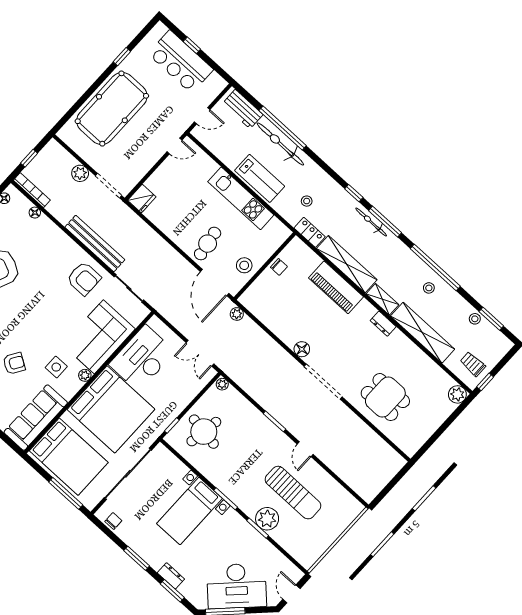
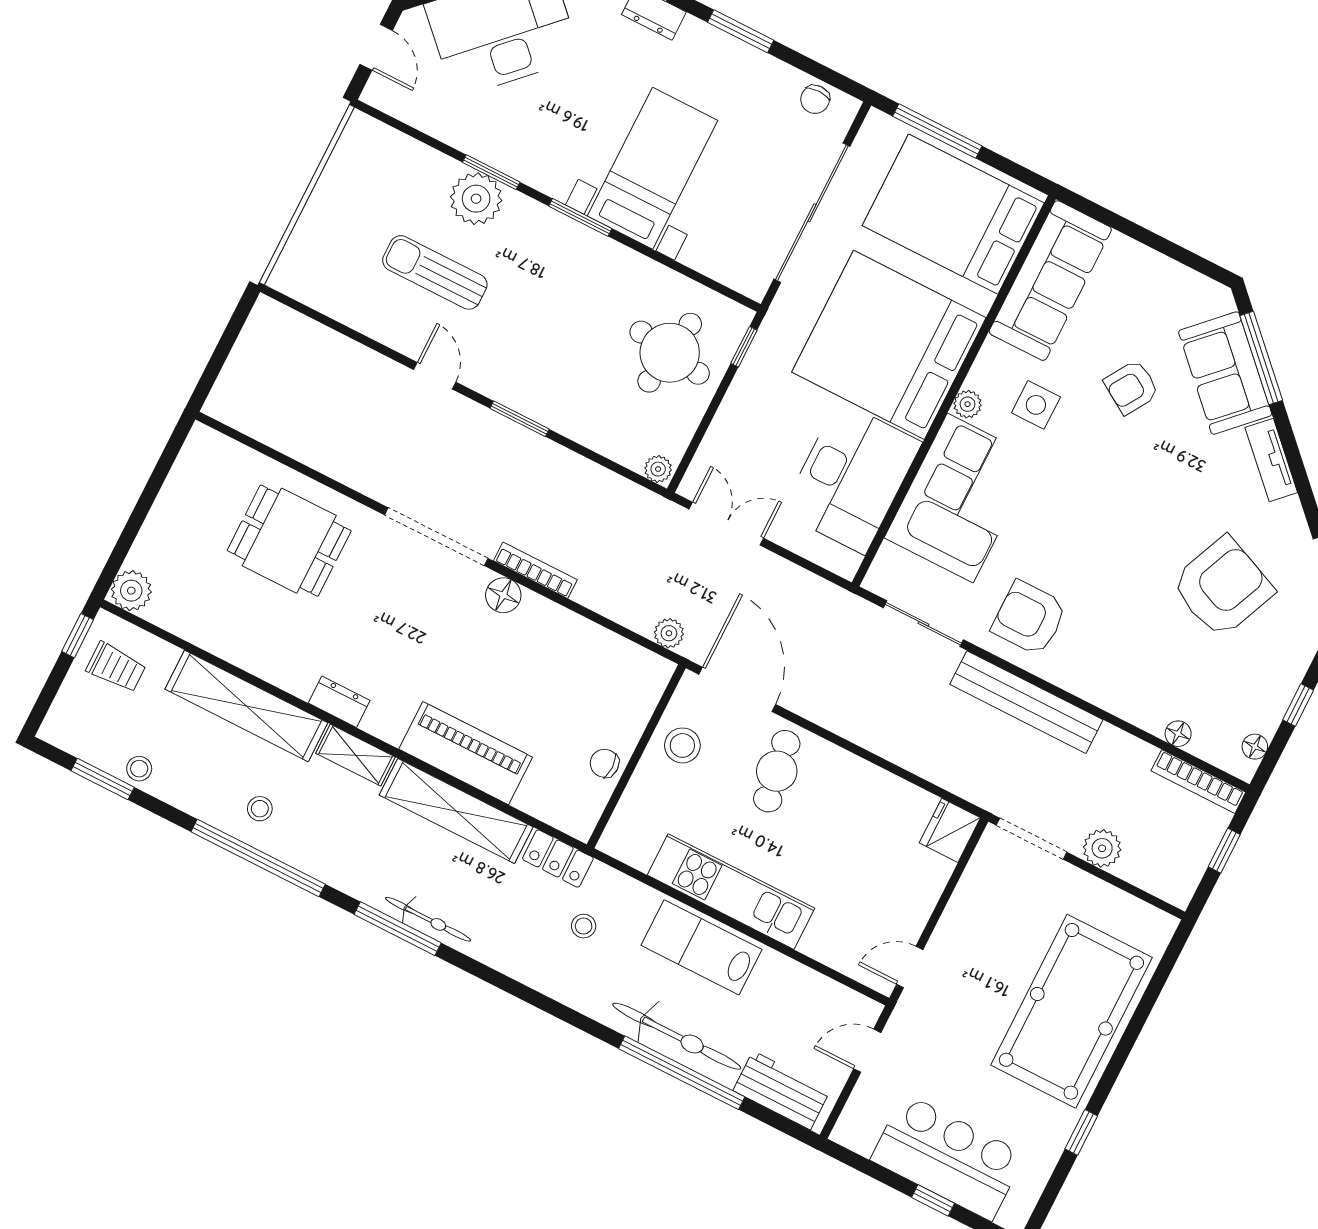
window: (354, 193) -> (484, 973), removed
bookcase: (286, 356) -> (535, 570), added
sun lounger: (293, 493) -> (435, 272), width x0.73, depth x0.75

